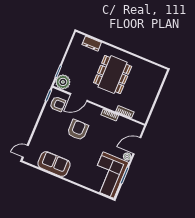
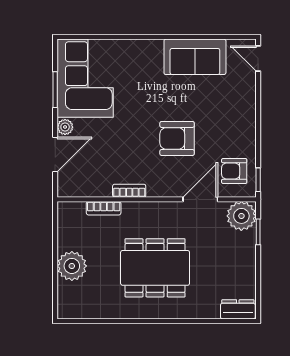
dresser: (92, 44) -> (238, 309), moved
dining table: (113, 75) -> (155, 268), turned 90
plant: (150, 91) -> (72, 266), added
armchair: (78, 130) -> (177, 138), turned 90
door: (25, 151) -> (258, 58), swing flipped

